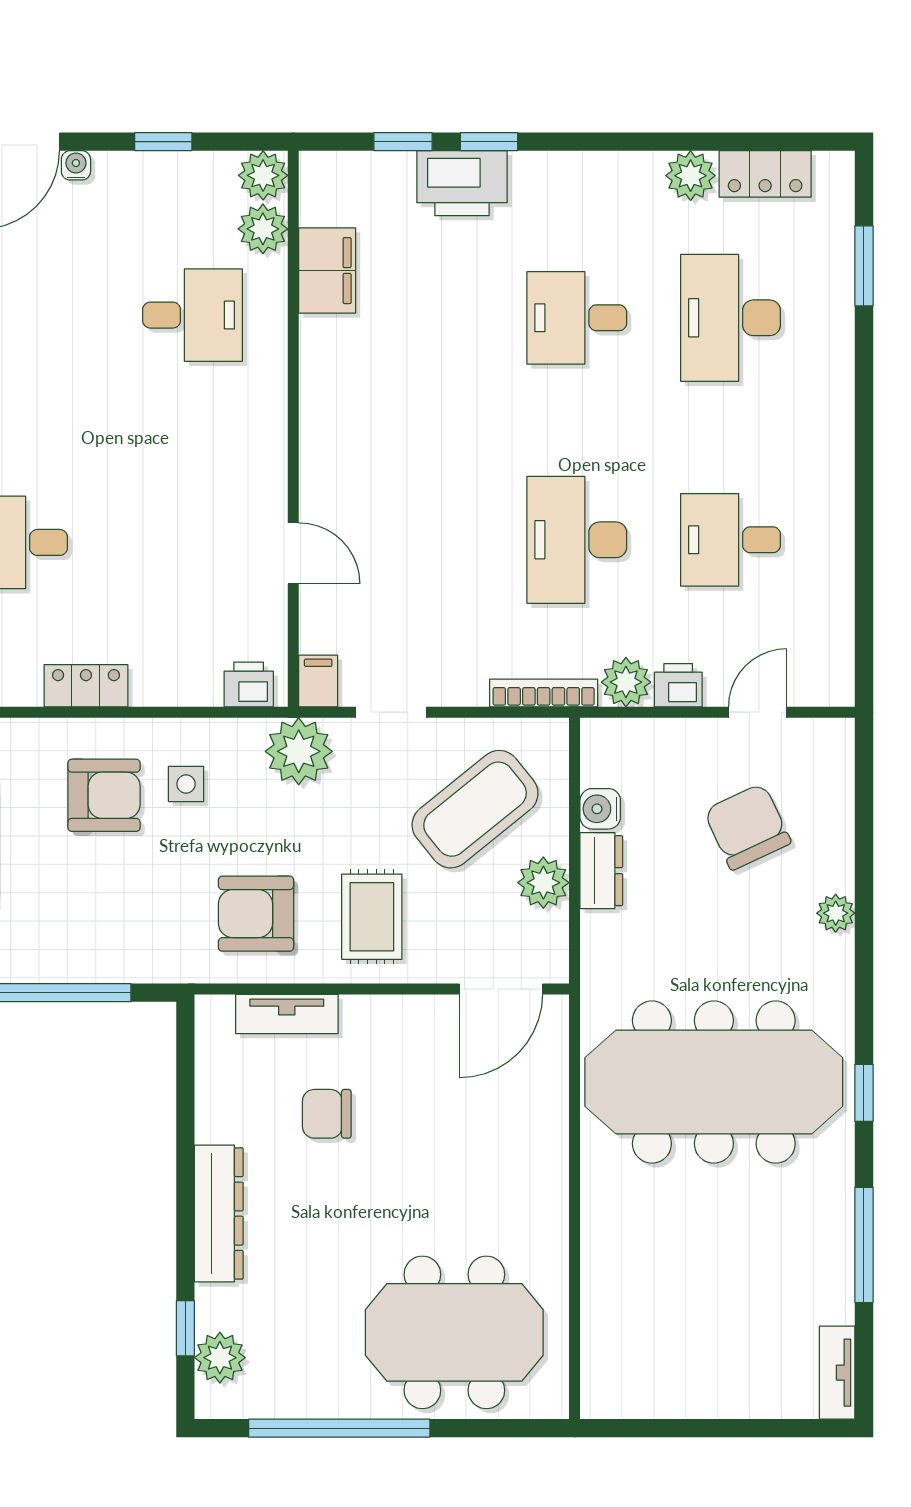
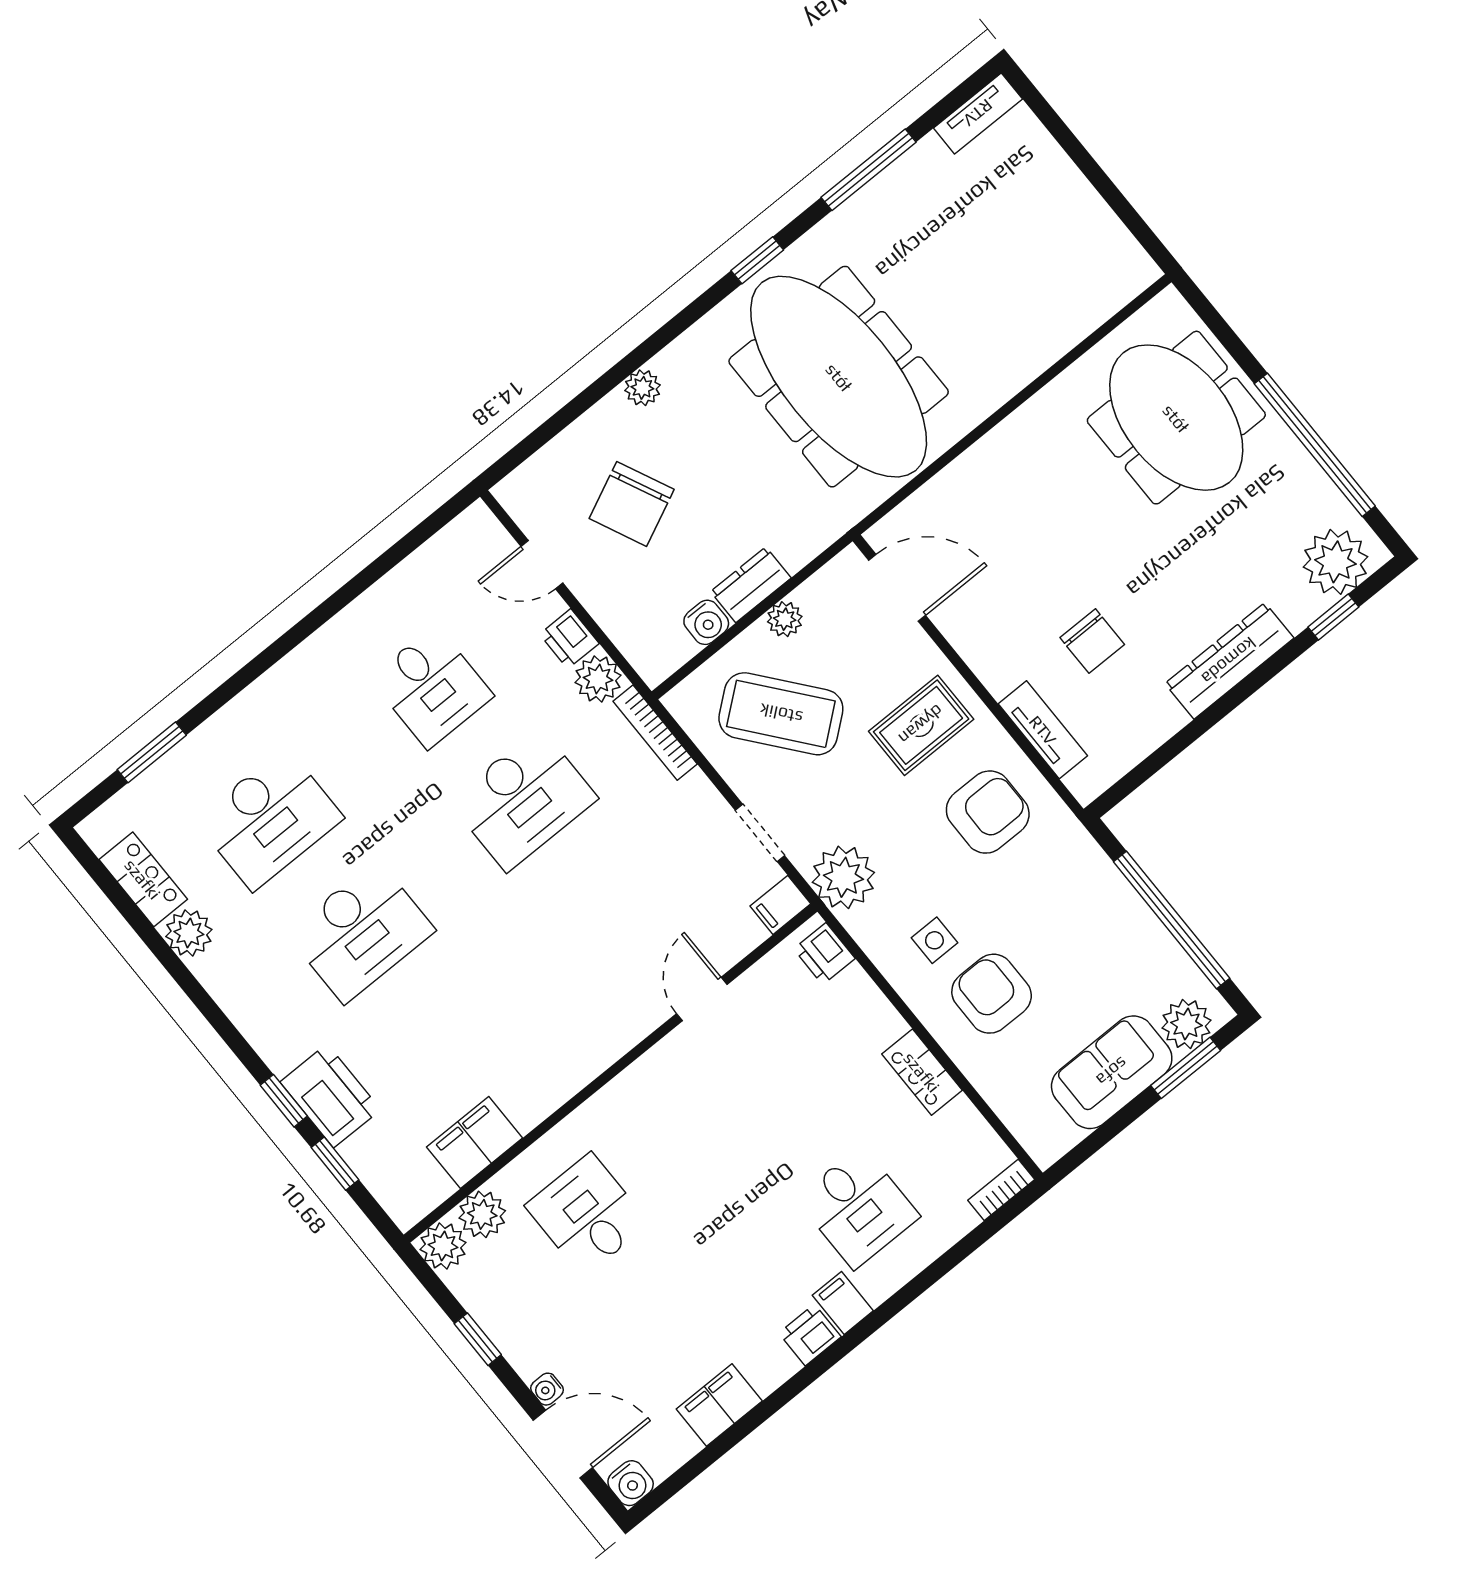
desk: (577, 318) -> (361, 932), width x1.37
plant: (543, 883) -> (785, 619), width x0.73, depth x0.73
armchair: (256, 914) -> (988, 812), turned -90
plant: (220, 1358) -> (1336, 562), width x1.36, depth x1.36

